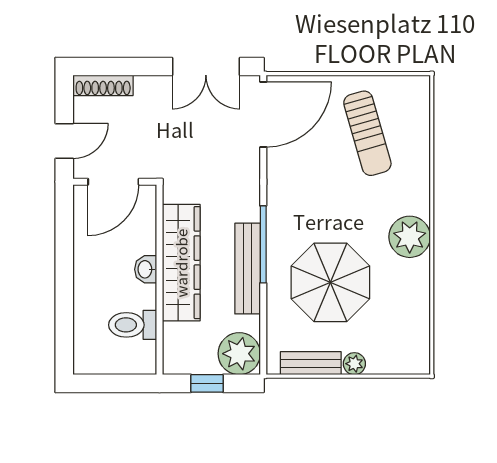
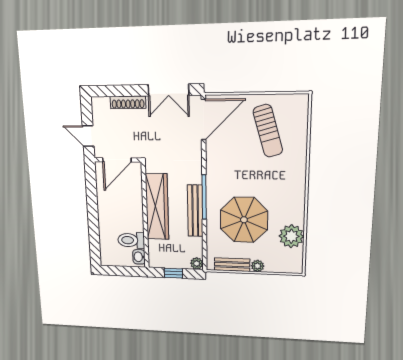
shoe rack: (103, 85) -> (128, 102), moved
door: (64, 141) -> (88, 136), swing flipped
plant: (410, 237) -> (291, 236), moved
washbasin: (146, 269) -> (139, 257), moved
plant: (239, 354) -> (197, 263), width x0.53, depth x0.53

